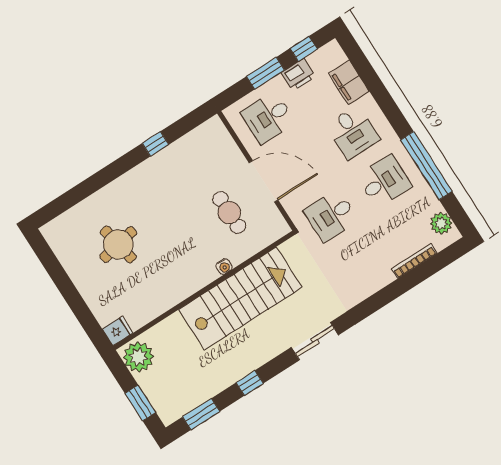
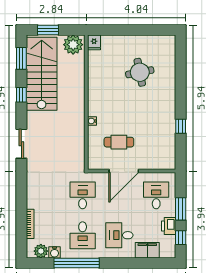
water cooler: (431, 204) -> (55, 252), added
stairs: (240, 298) -> (42, 74), moved, turned 180

